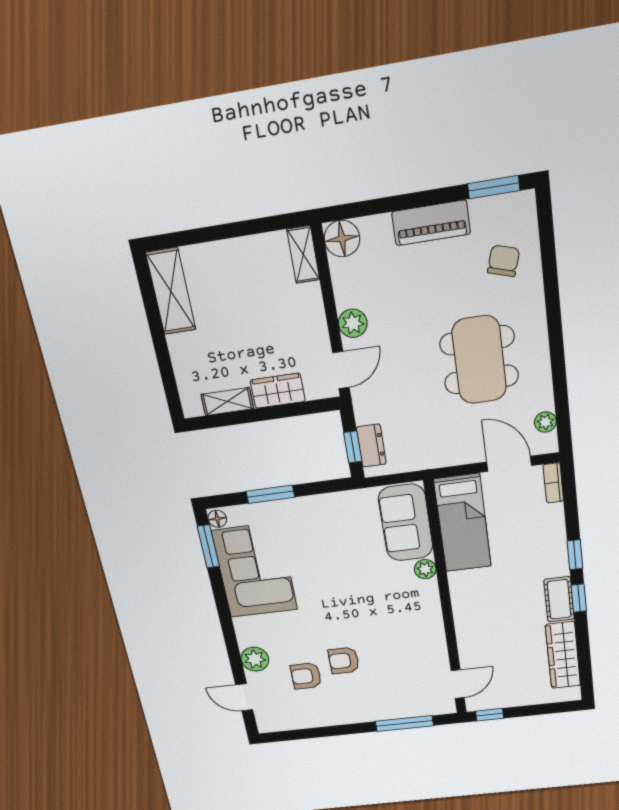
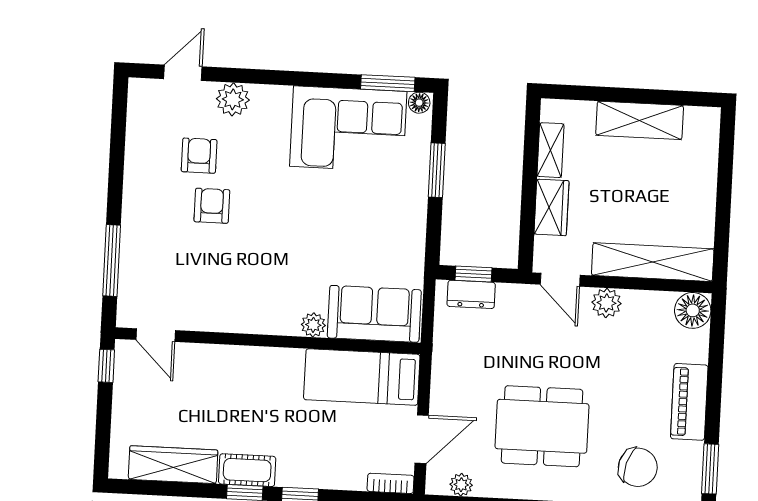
shelving: (303, 254) -> (653, 262), width x2.20, depth x1.33
chair: (504, 261) -> (638, 467), width x1.37, depth x1.37
shelving: (171, 291) -> (640, 120), moved

